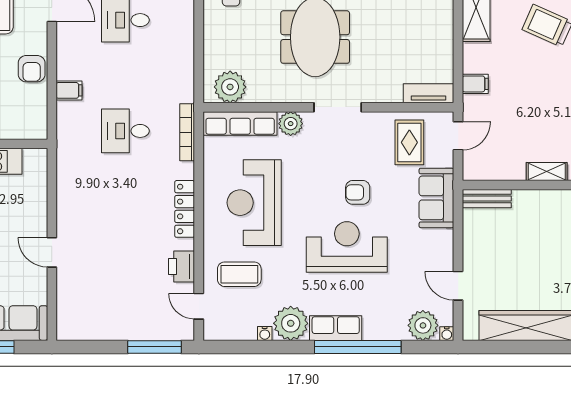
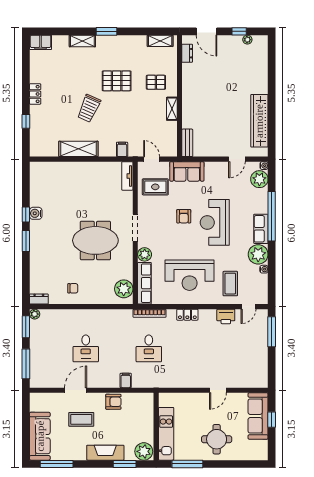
locker: (185, 209) -> (187, 315), width x0.66

